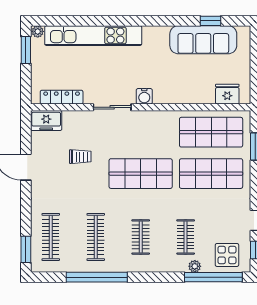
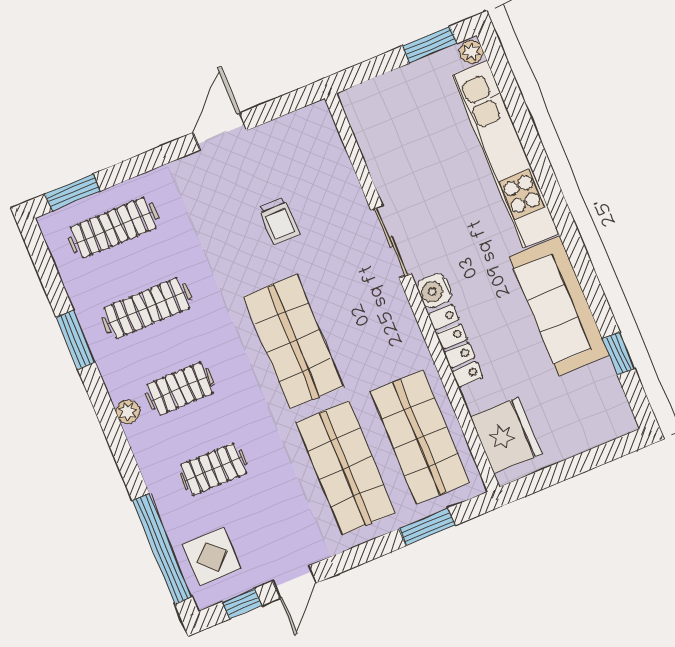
sofa: (203, 40) -> (559, 306), moved
fridge: (227, 94) -> (506, 435), width x1.36, depth x1.34
locker: (62, 97) -> (455, 346), moved
freezer: (46, 121) -> (318, 133), removed
plant: (195, 266) -> (128, 412), moved
window: (97, 277) -> (76, 340), width x0.47

